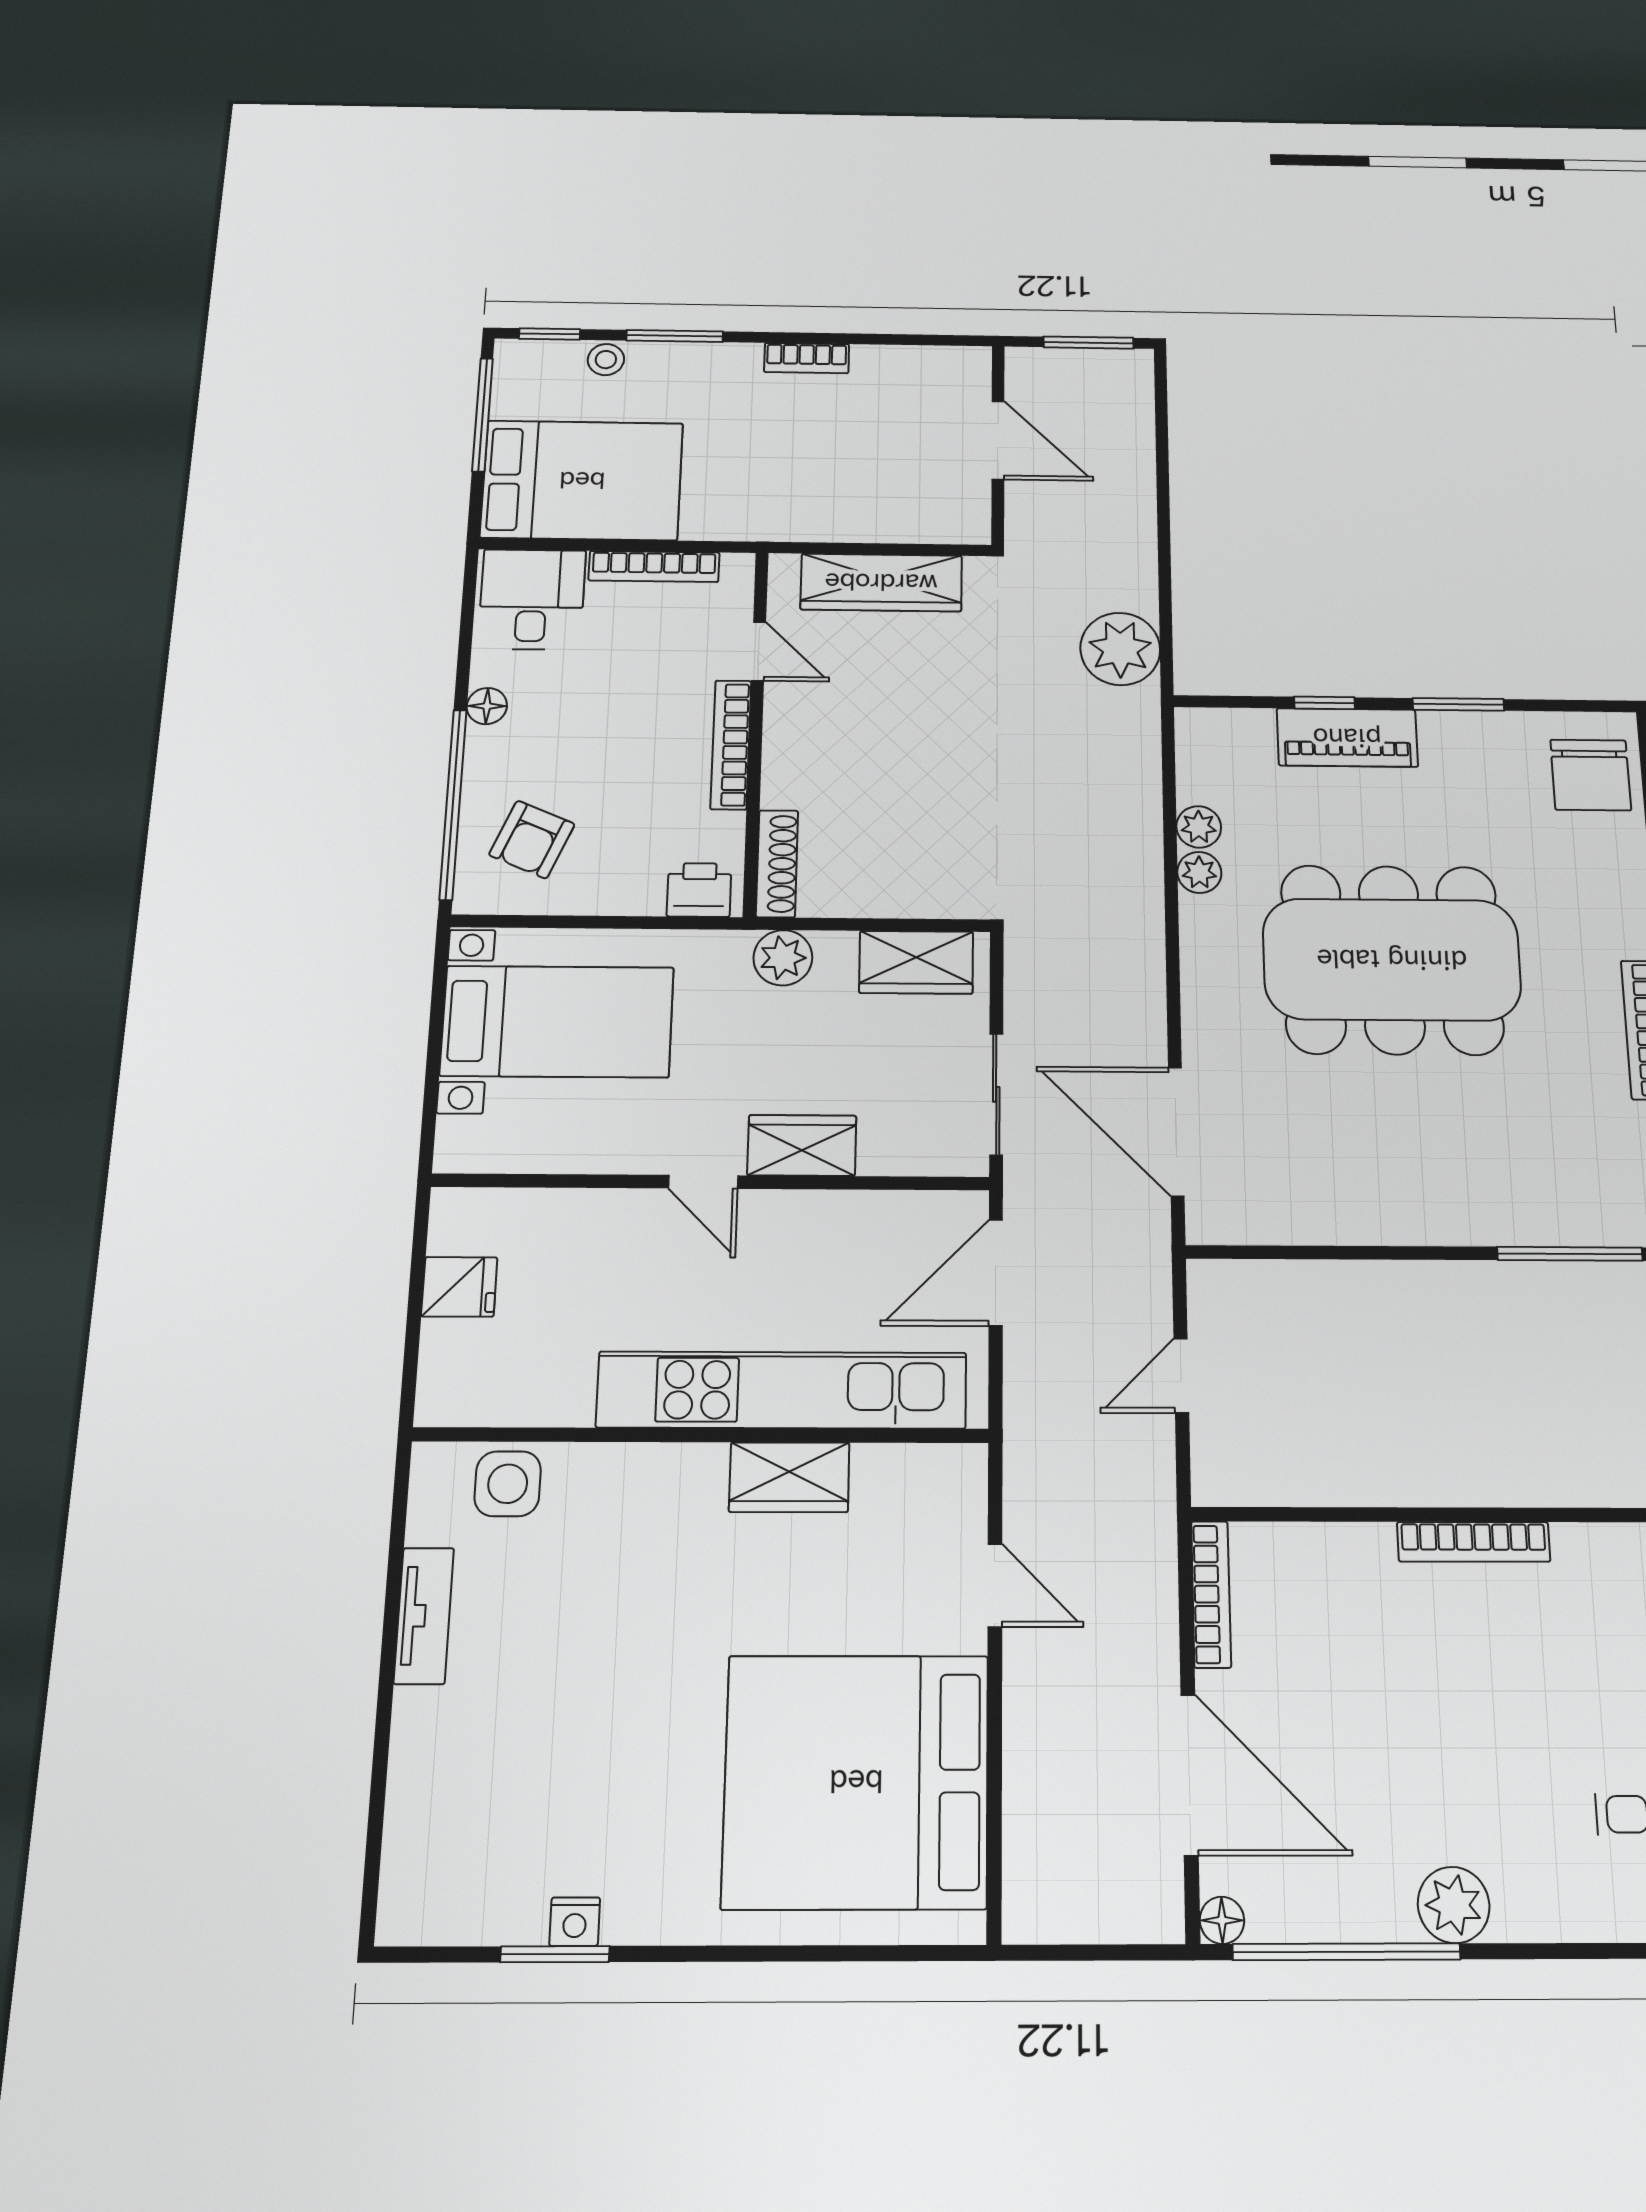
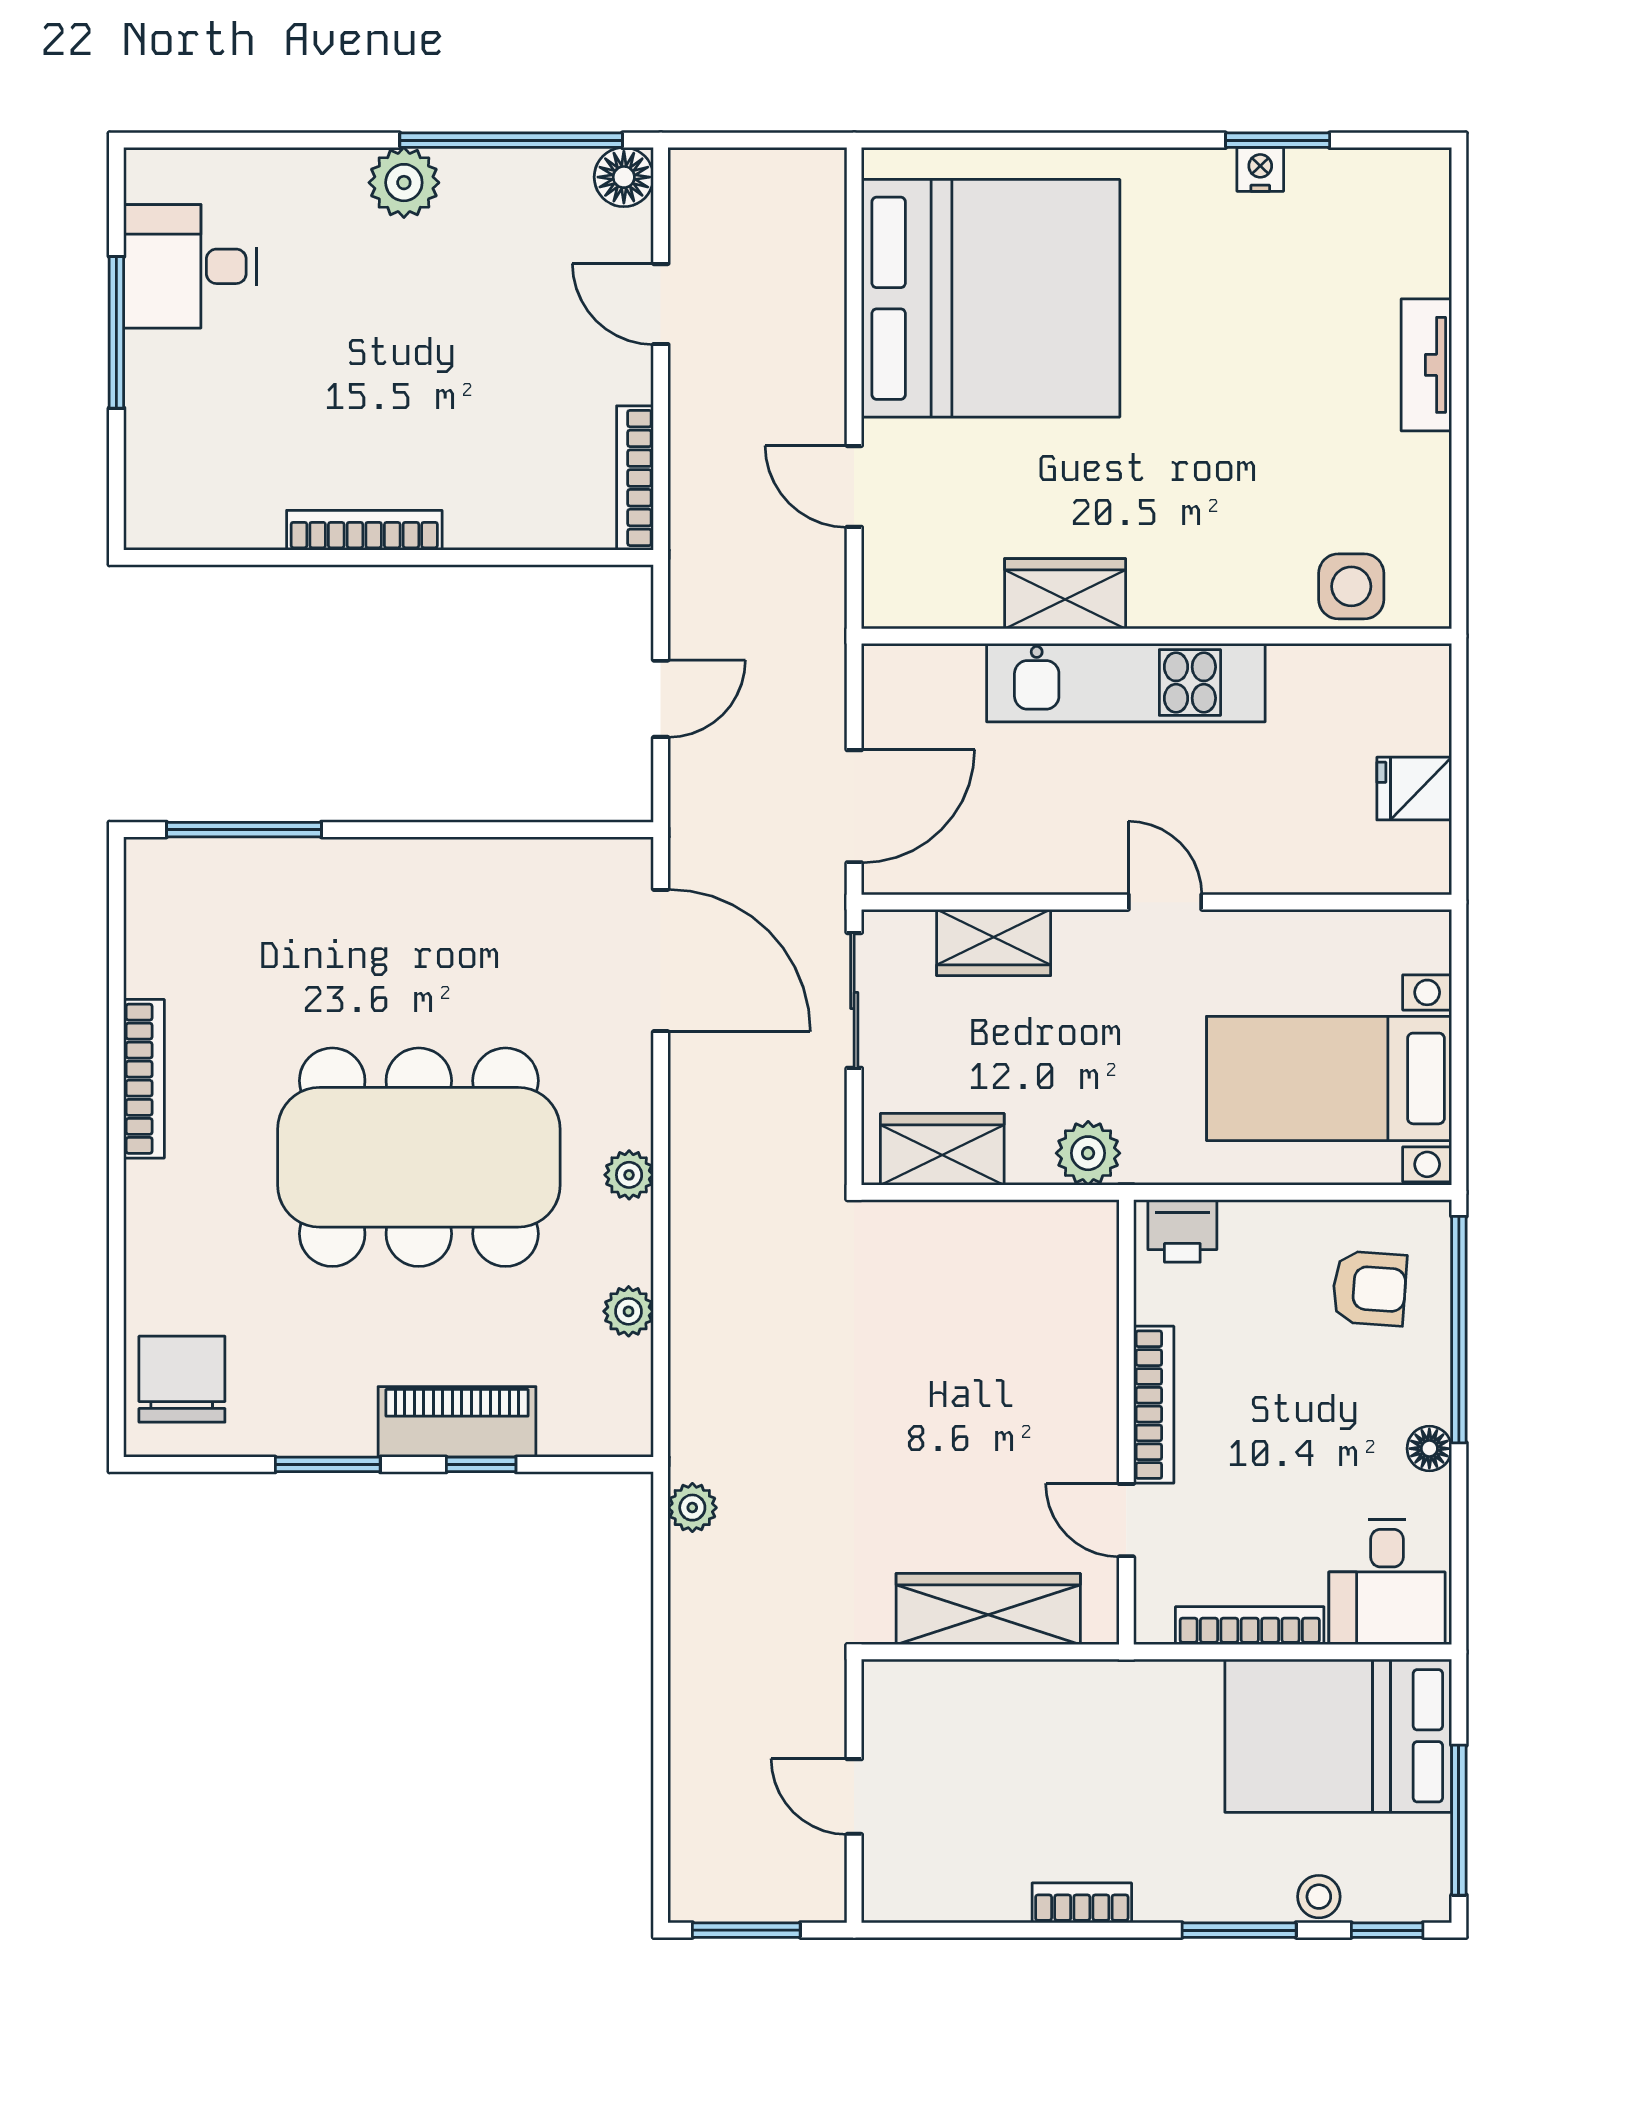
door: (998, 440) -> (854, 1797), width x0.73
plant: (1120, 649) -> (692, 1508), width x0.53, depth x0.53
armchair: (532, 839) -> (1369, 1288), turned 71
shoe rack: (777, 864) -> (1098, 1263), removed
plant: (1199, 872) -> (629, 1175), moved
wardrobe: (802, 1145) -> (994, 942), moved
kitchen unit: (782, 1390) -> (1126, 683), width x0.73
tv unit: (424, 1616) -> (1426, 365), moved
door: (1189, 1775) -> (661, 304), width x0.53
floor lamp: (1222, 1920) -> (624, 177), width x1.37, depth x1.37

